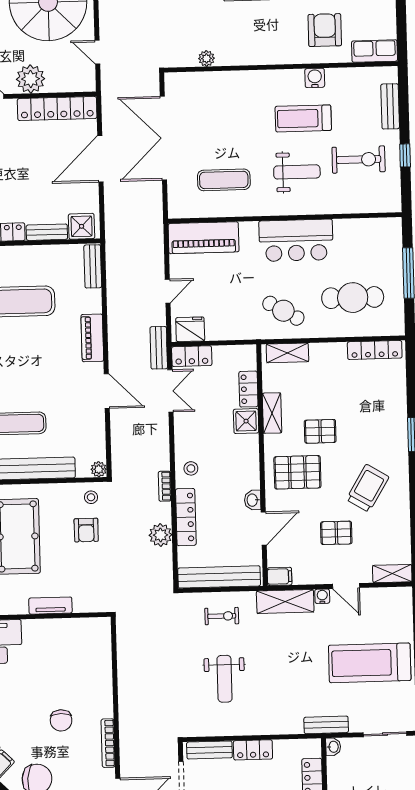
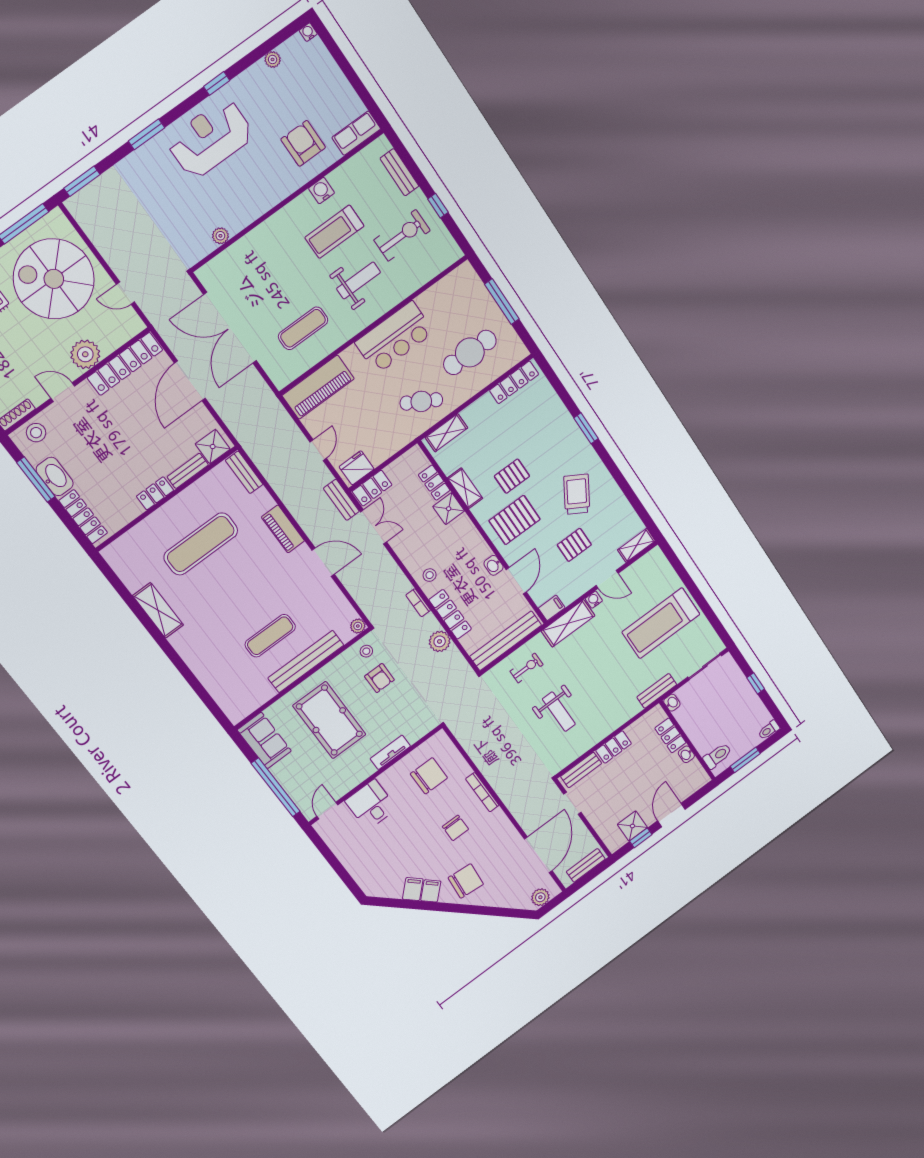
chair: (70, 653) -> (429, 776), added
bookcase: (108, 743) -> (482, 792), moved

